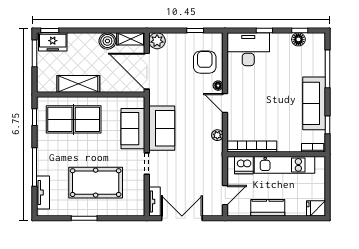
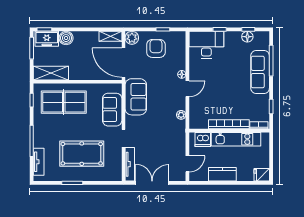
boiler: (107, 41) -> (66, 38), moved
armchair: (205, 62) -> (156, 48), moved
shelving: (78, 84) -> (51, 73), moved
door: (225, 103) -> (187, 89), swing flipped
sofa: (314, 103) -> (260, 72), moved
sofa: (162, 128) -> (136, 97), moved
bookcase: (252, 147) -> (229, 124), moved
tv unit: (155, 202) -> (130, 164), width x1.41

